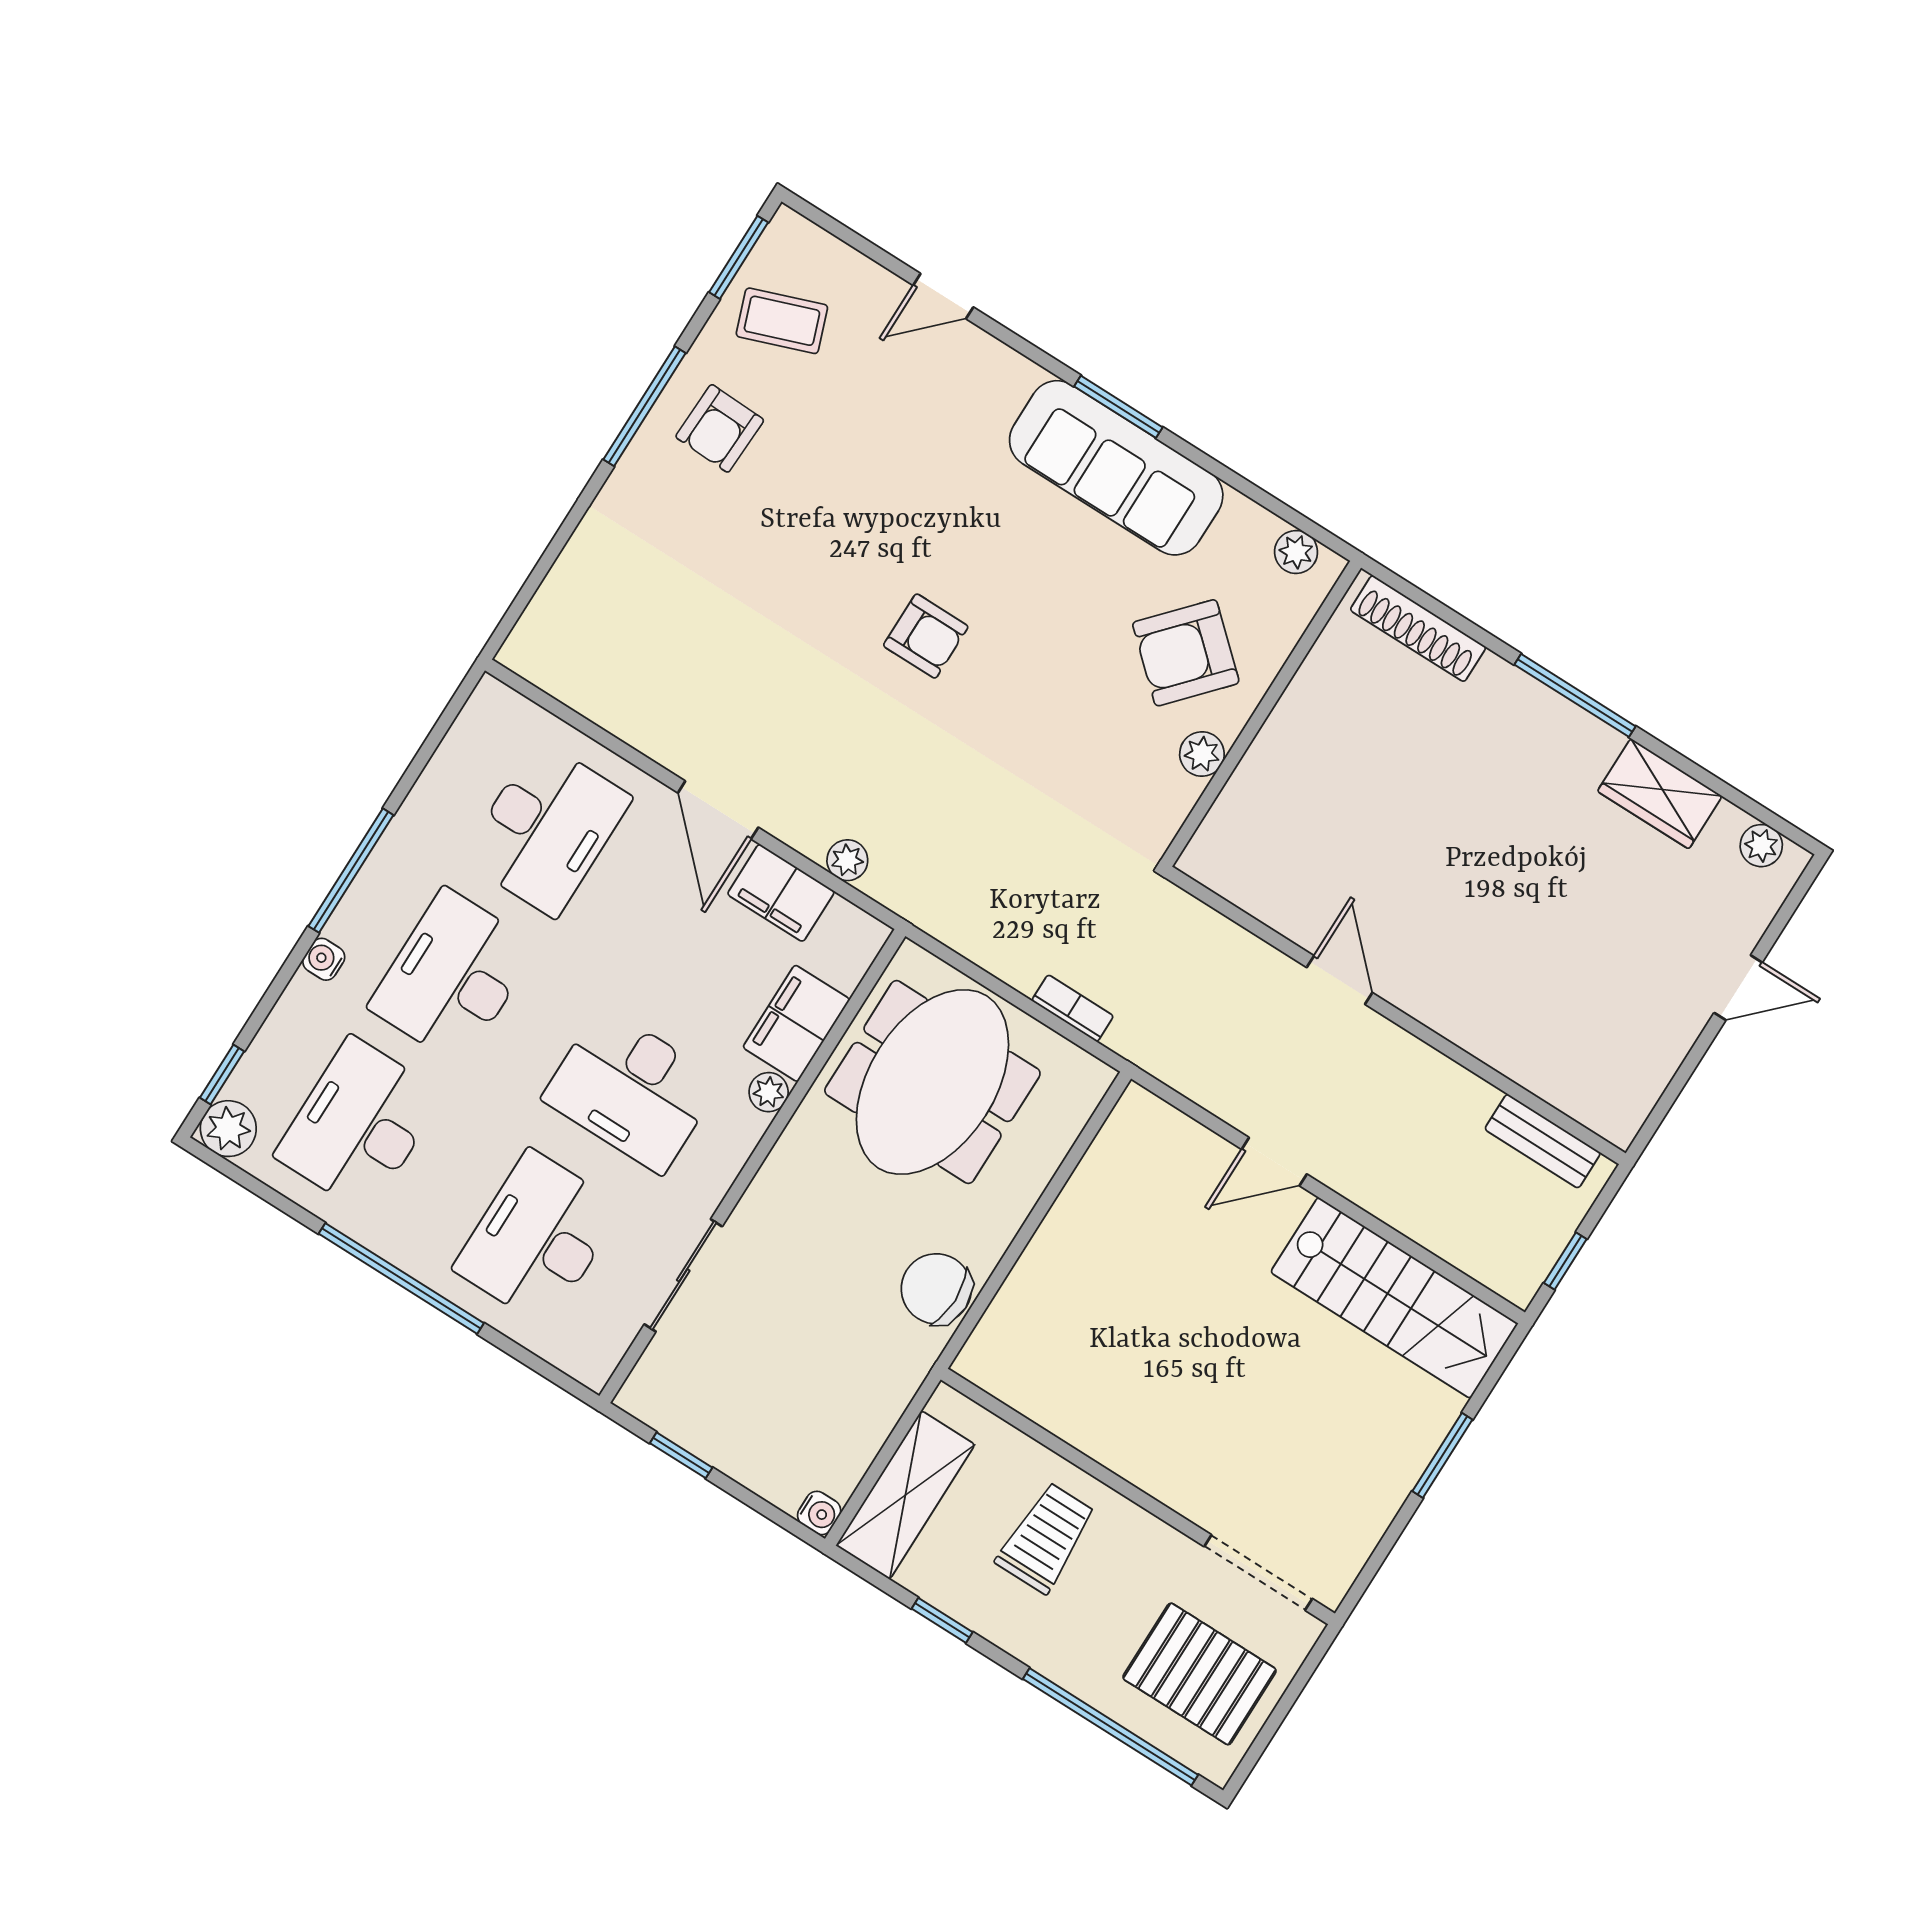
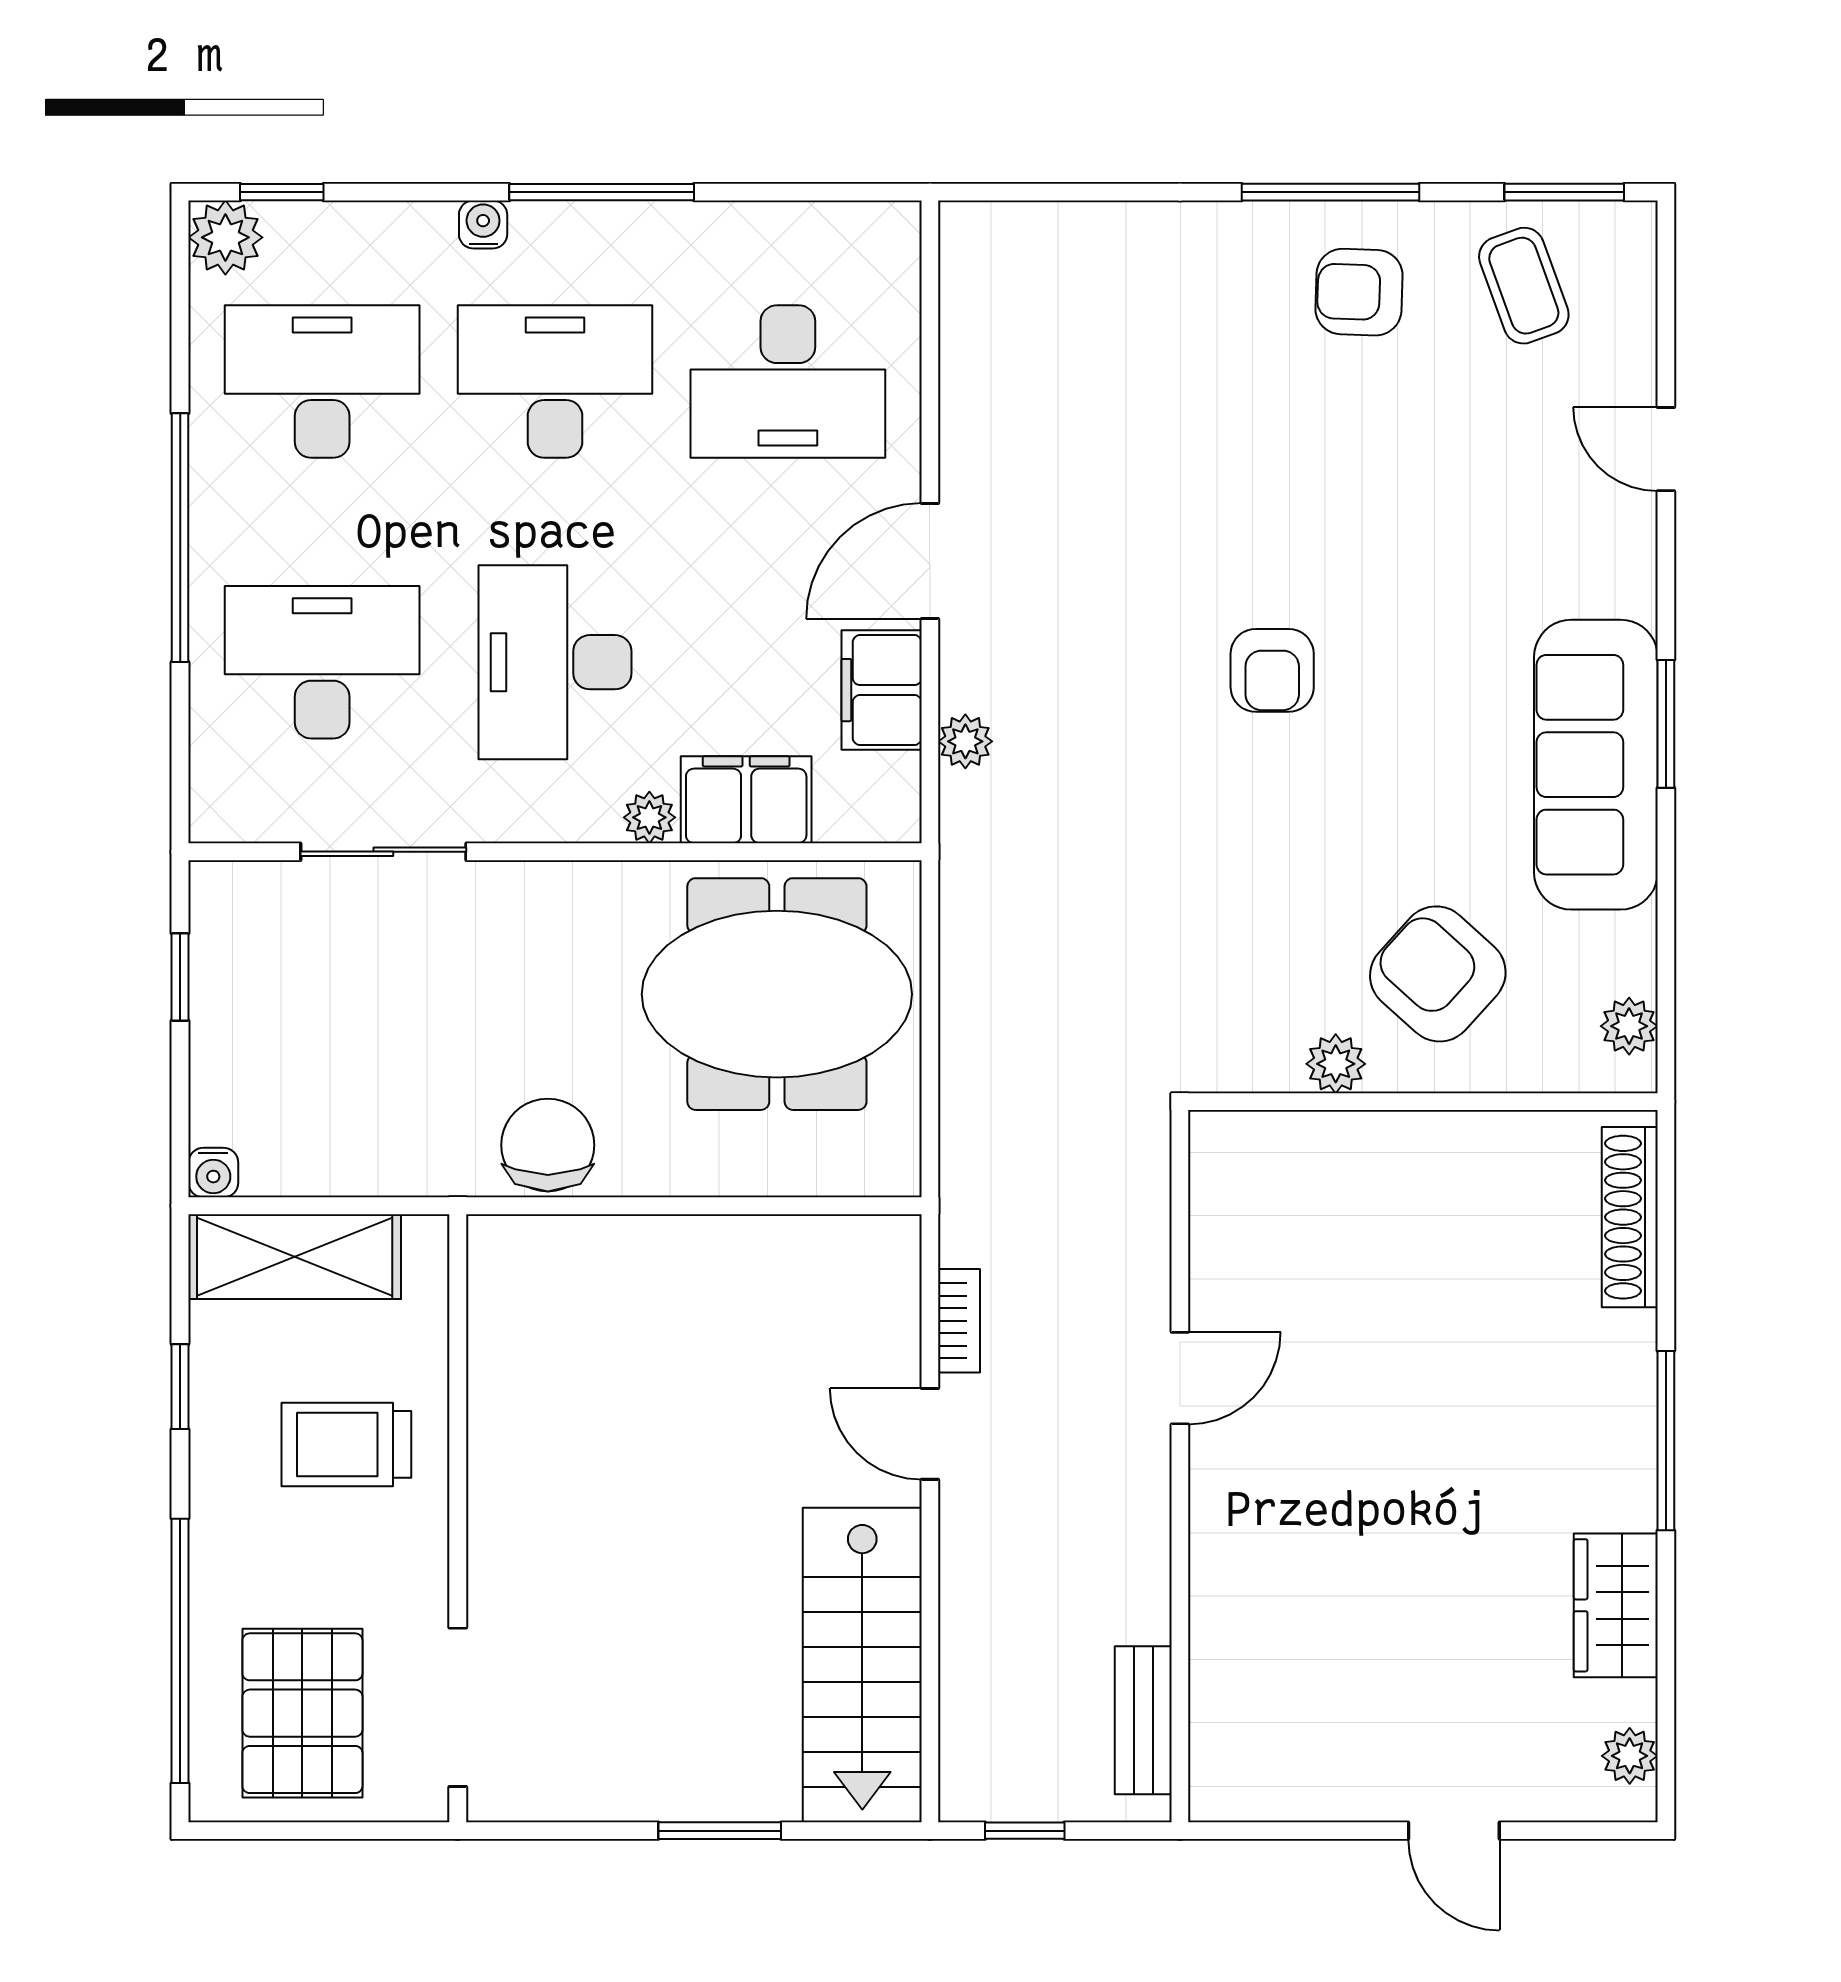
bookcase: (1073, 1008) -> (959, 1321), moved
trolley: (1046, 1538) -> (346, 1444), turned 180

